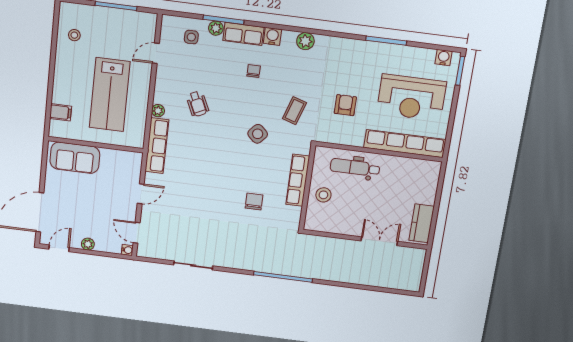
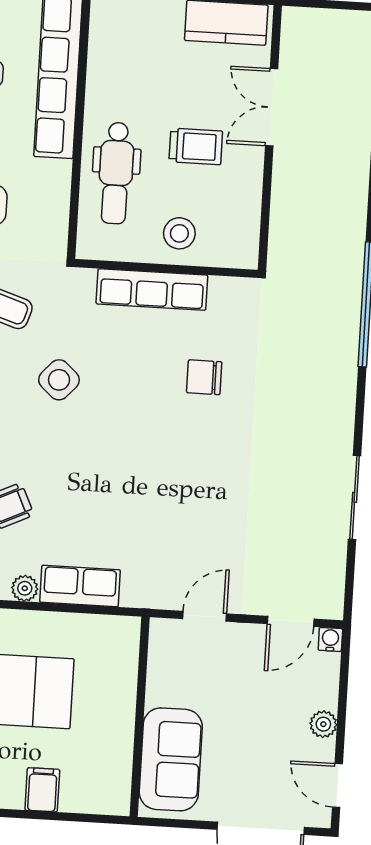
wall: (96, 145) -> (140, 717), moved
row of seats: (157, 146) -> (80, 586), width x0.68
sofa: (75, 158) -> (171, 759), moved
door: (141, 194) -> (205, 616), hinge flipped
trolley: (364, 205) -> (196, 146), added

